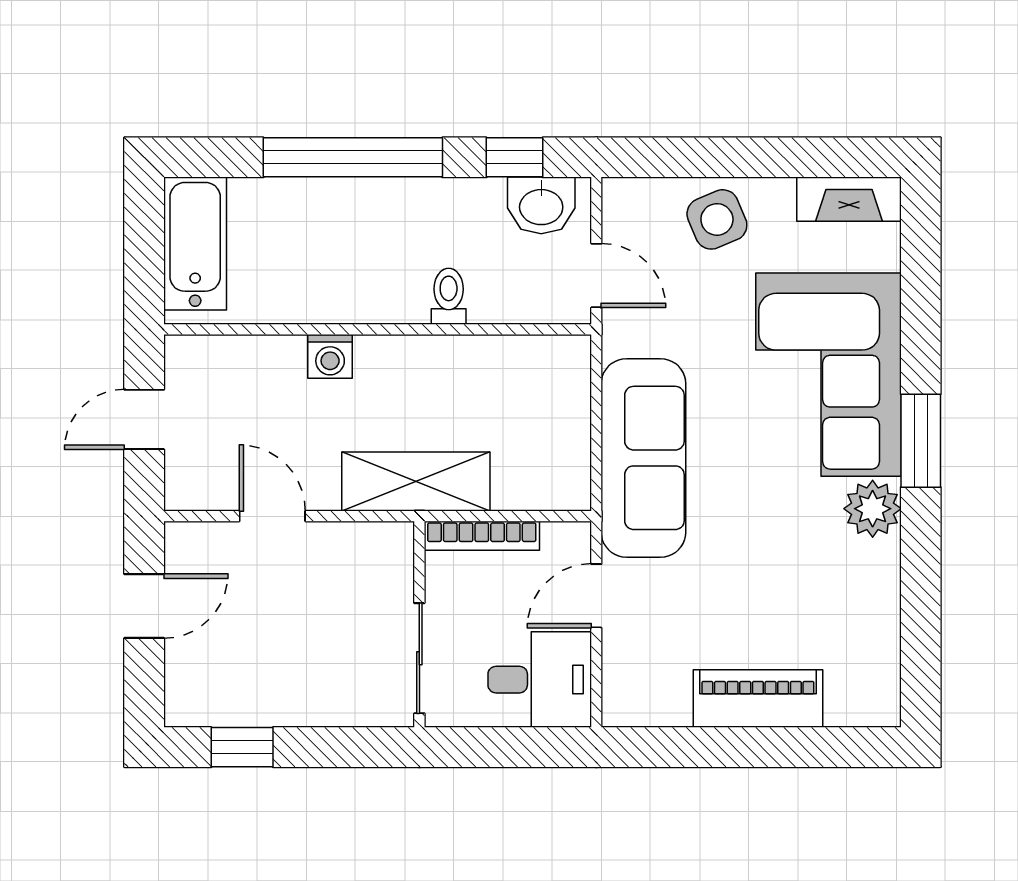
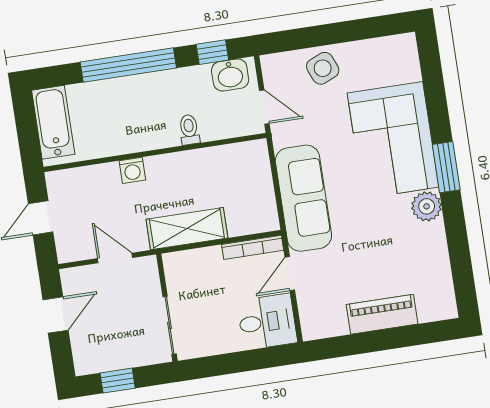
fireplace: (849, 199) -> (390, 47), removed
bookcase: (482, 536) -> (253, 247), moved
wall: (419, 624) -> (167, 308), moved
sliding door: (419, 658) -> (170, 325), moved

